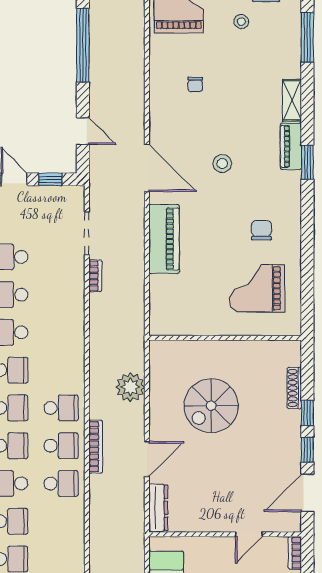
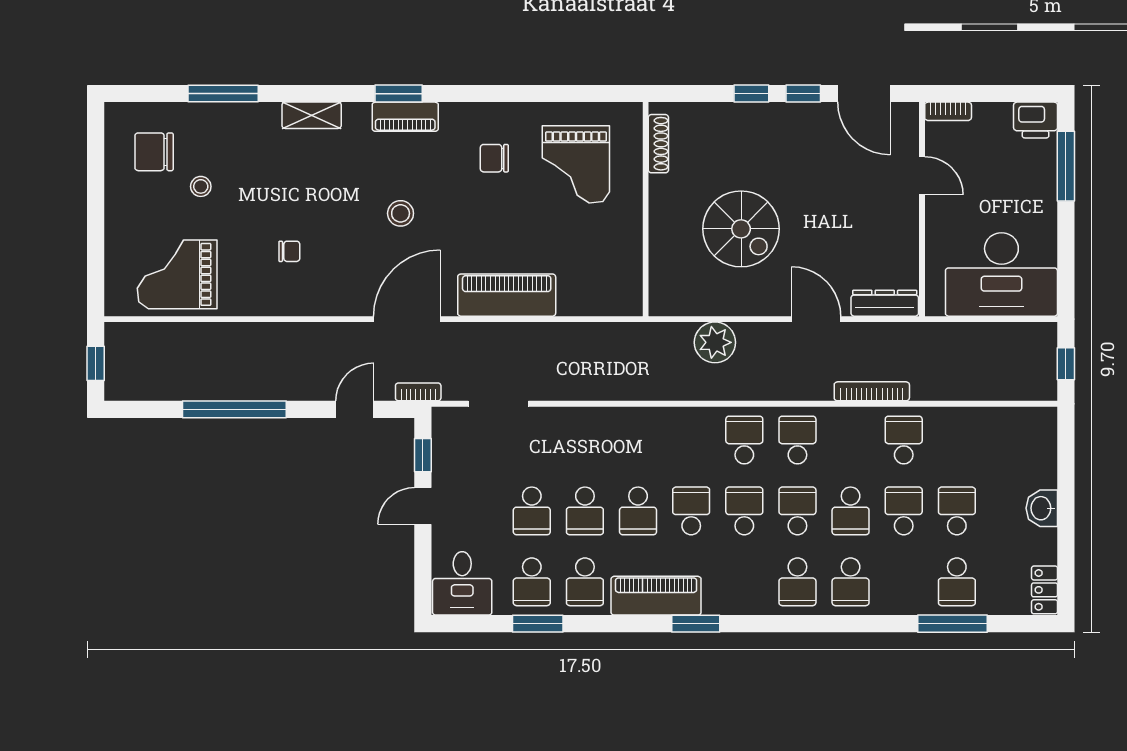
piano: (291, 146) -> (405, 117), moved
bookcase: (95, 276) -> (418, 392), moved
shoe rack: (294, 388) -> (658, 144), moved, turned -90
bookcase: (96, 447) -> (872, 391), moved
school desk: (61, 483) -> (904, 440), moved

